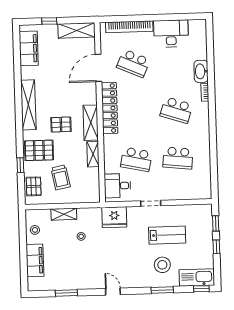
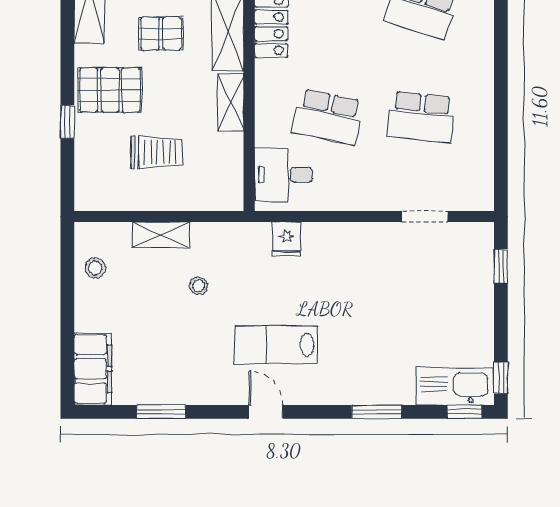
trolley: (61, 177) -> (157, 152), turned -79
pallet: (34, 186) -> (95, 170), removed
doorway: (151, 203) -> (425, 217), moved
fridge: (114, 217) -> (287, 239), width x0.53, depth x0.75
lab bench: (167, 235) -> (276, 345), moved, turned 180
window: (216, 247) -> (501, 378), moved
filing cabinet: (35, 260) -> (93, 369), moved
stool: (162, 265) -> (379, 355), removed

